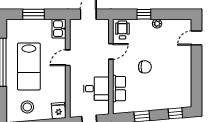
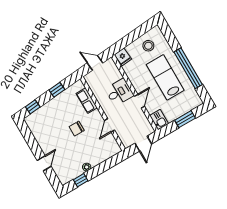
window: (144, 14) -> (81, 180), moved
wheelchair: (122, 30) -> (110, 147), removed
door: (197, 38) -> (44, 163), moved
desk: (96, 89) -> (119, 92), moved, turned 180

